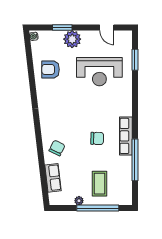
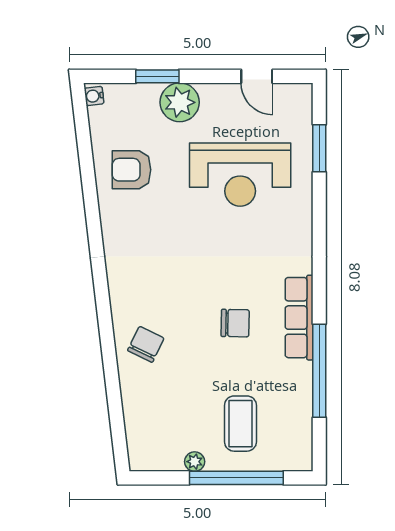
row of seats: (53, 178) -> (137, 411), removed

